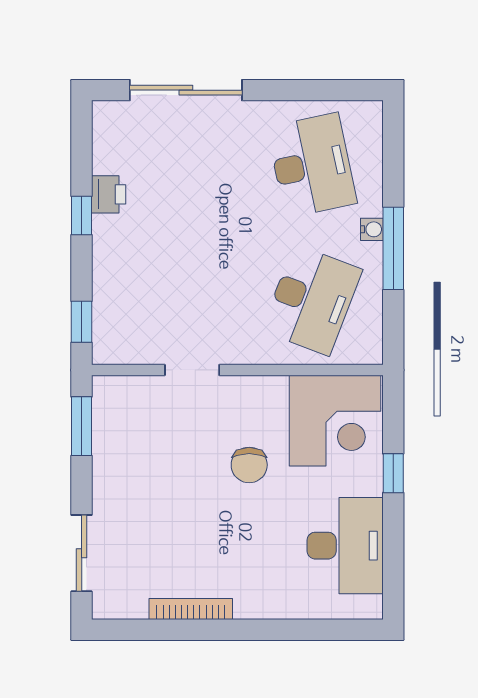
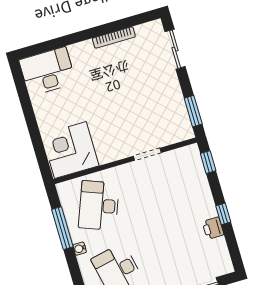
window: (393, 248) -> (62, 228), moved
chair: (249, 465) -> (106, 116), removed
window: (393, 473) -> (34, 133), removed
desk: (345, 546) -> (47, 71), moved, turned 90

